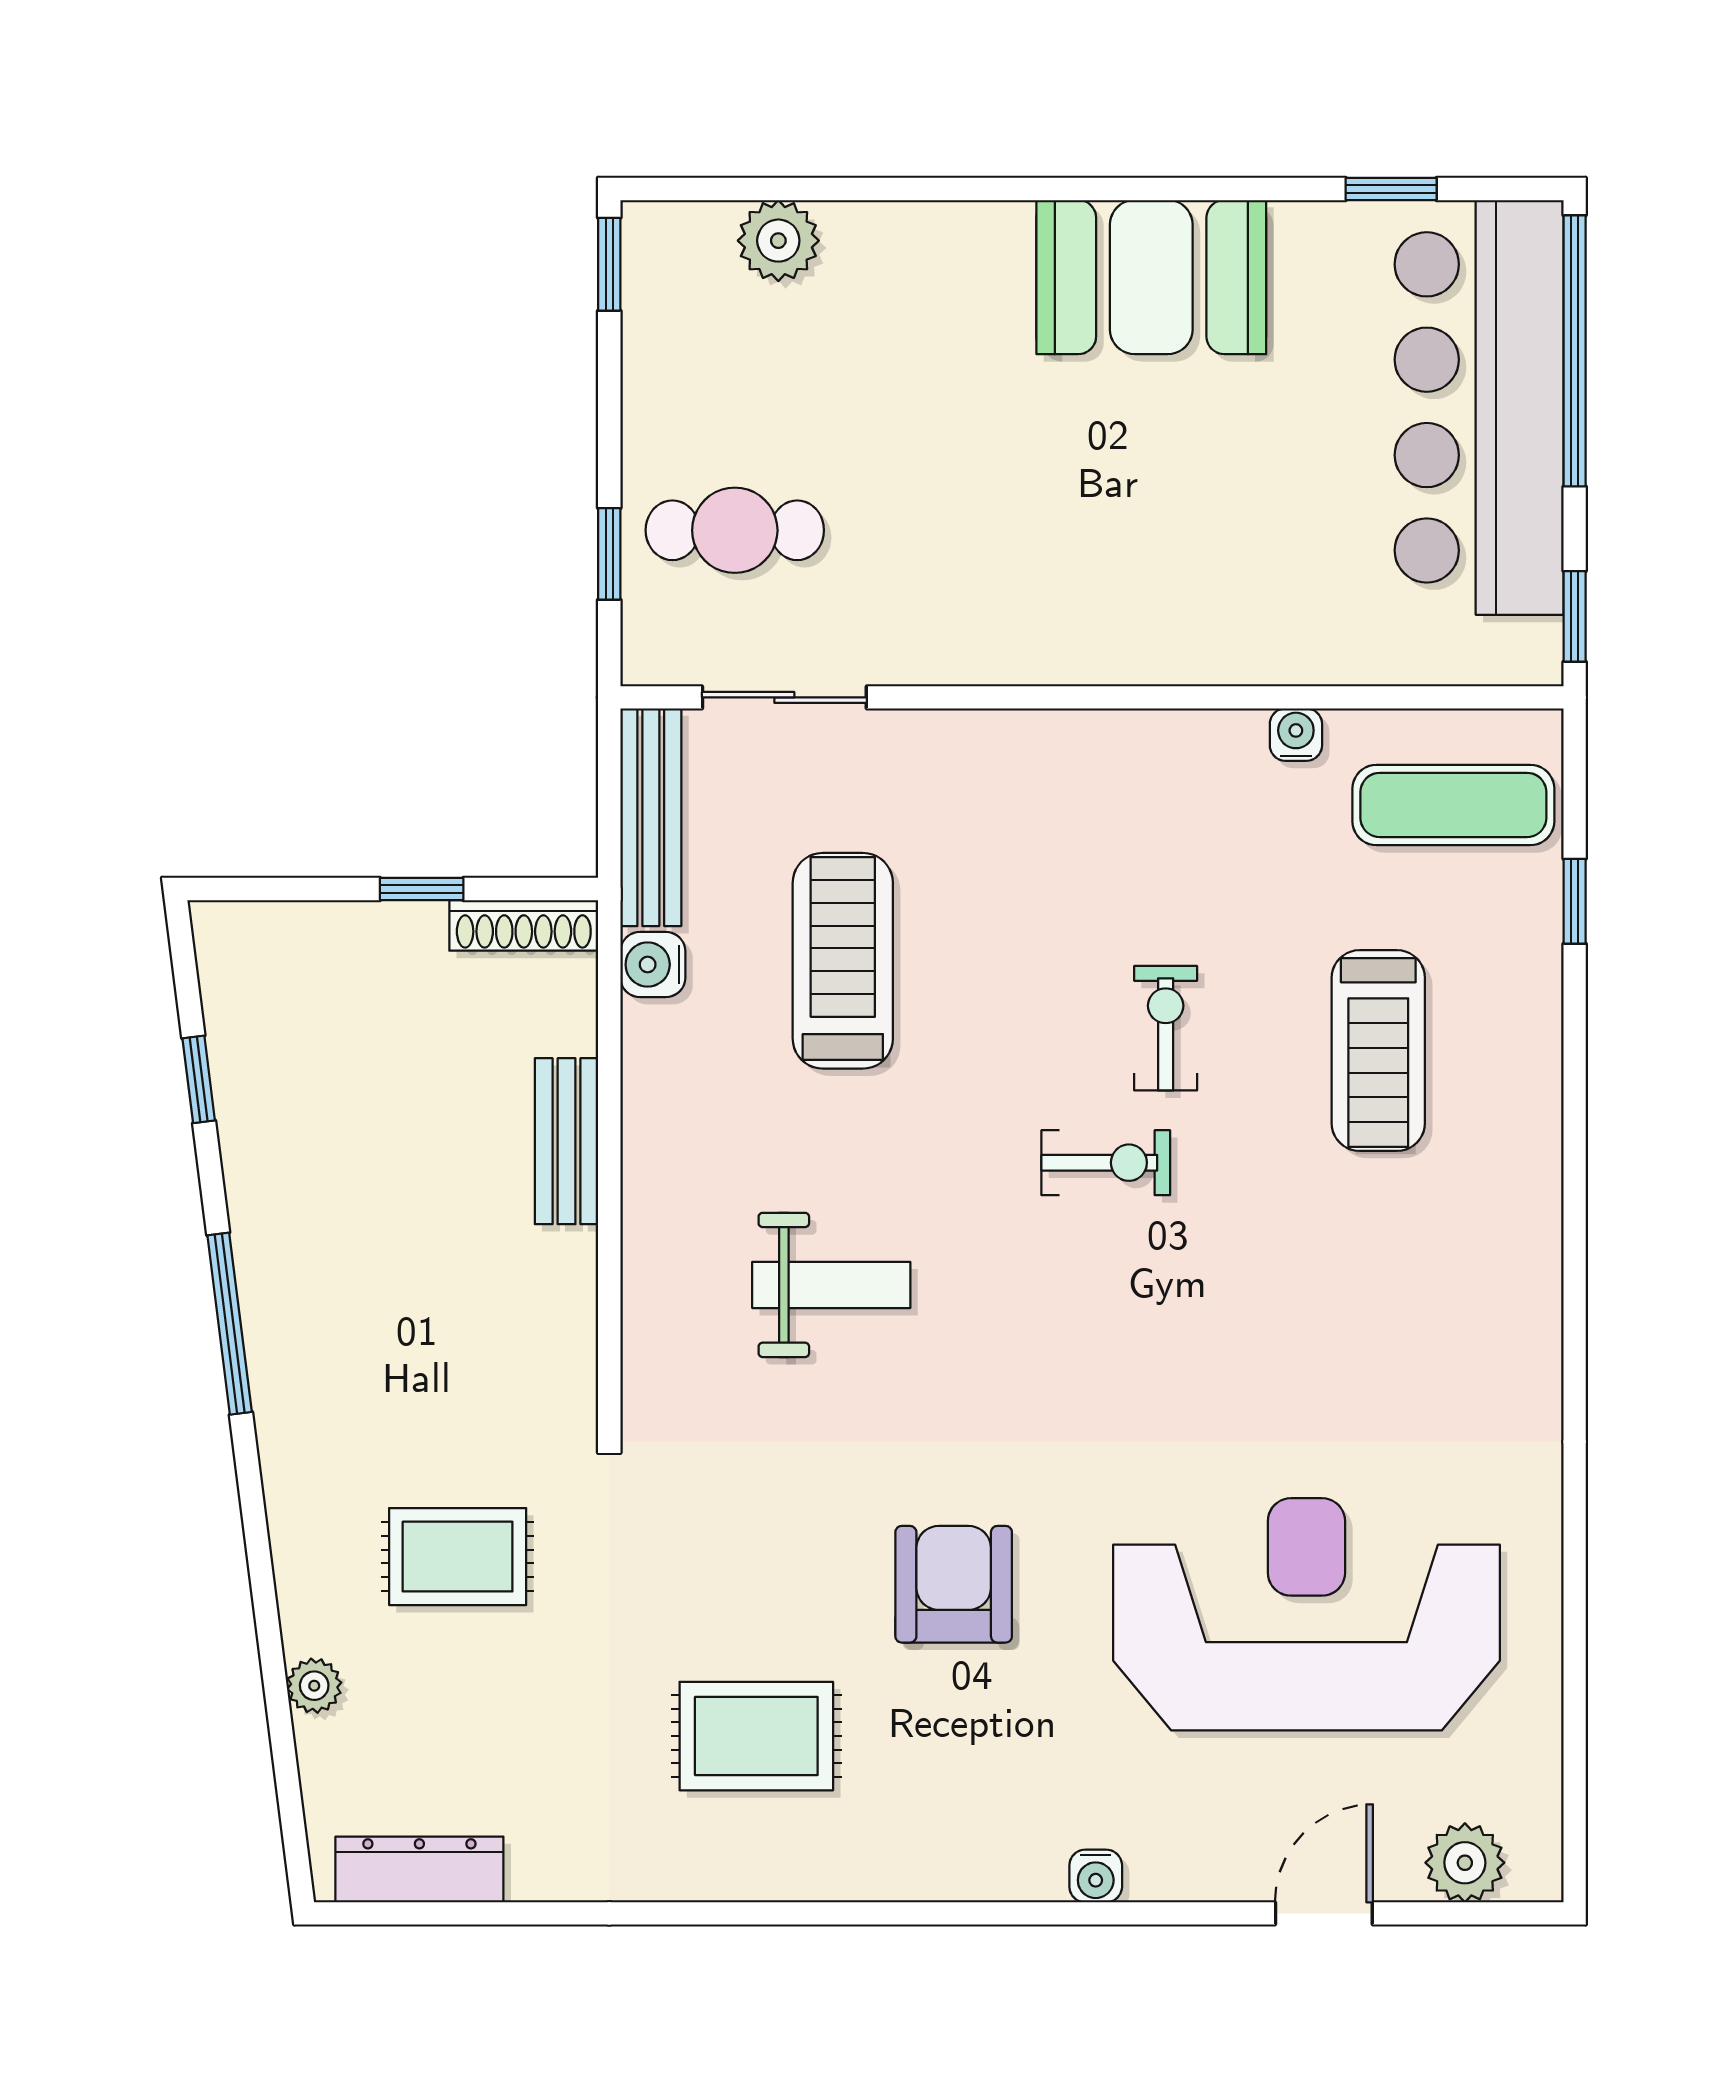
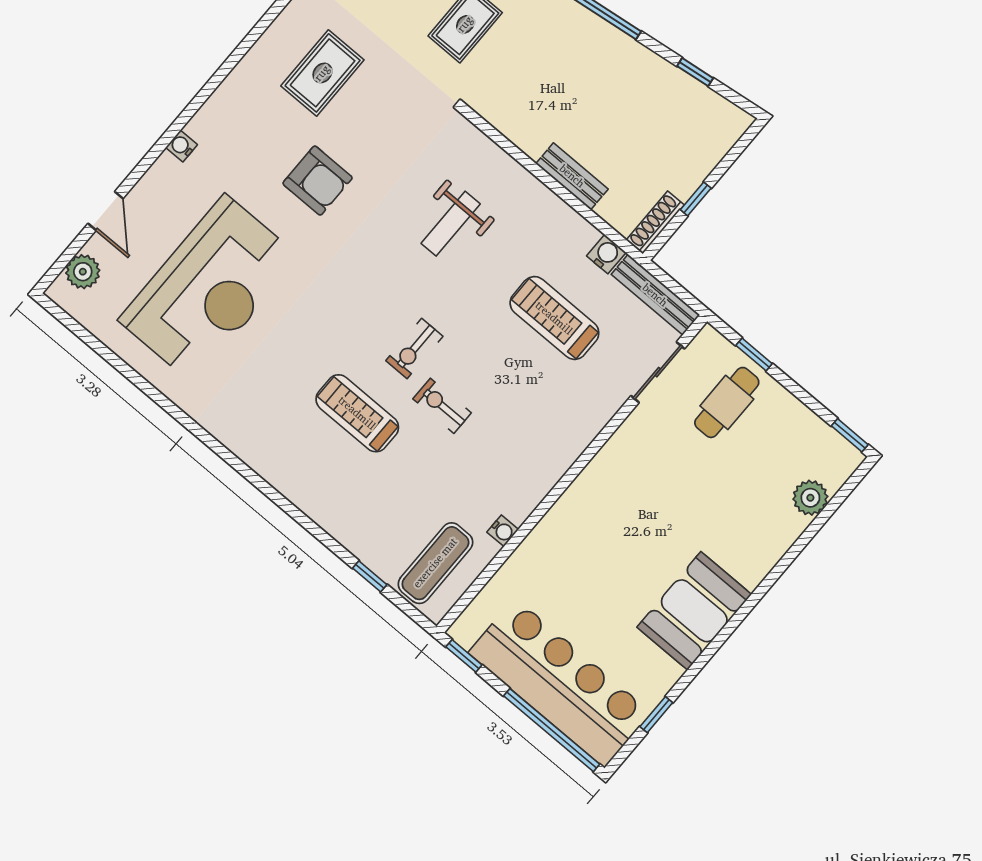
treadmill: (843, 961) -> (554, 318), turned 180
exercise bike: (1166, 1028) -> (442, 406), turned 180
treadmill: (1378, 1051) -> (357, 413), moved

